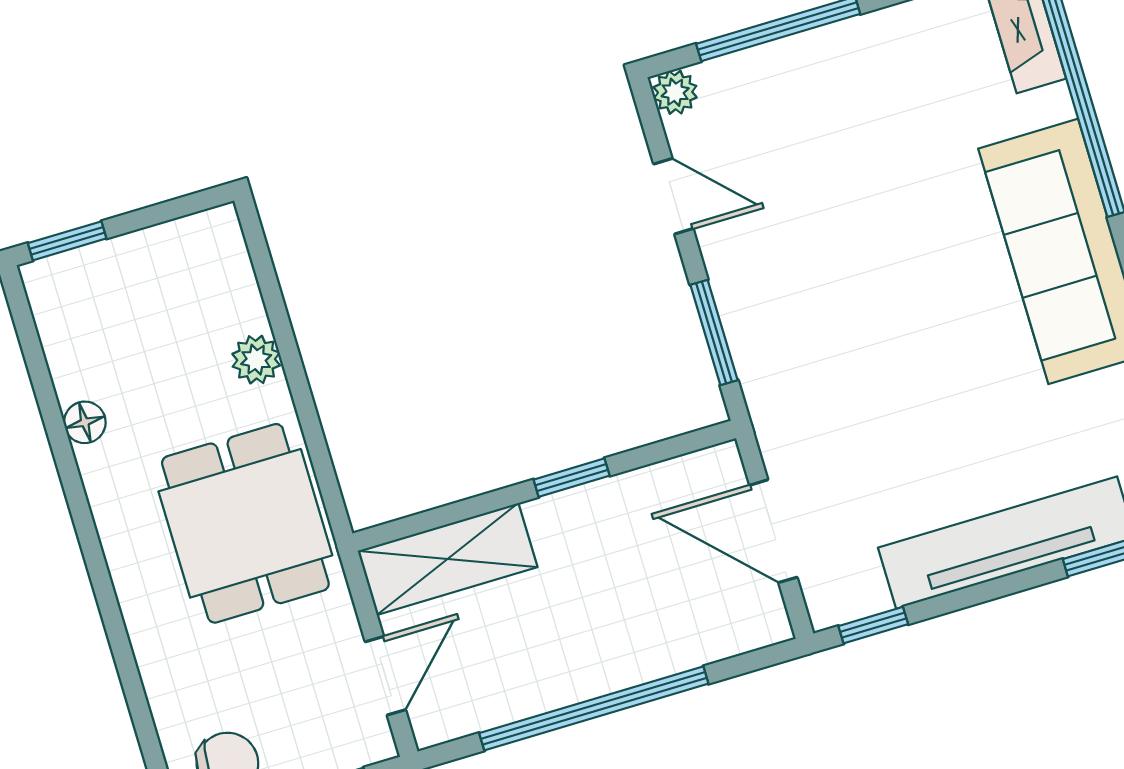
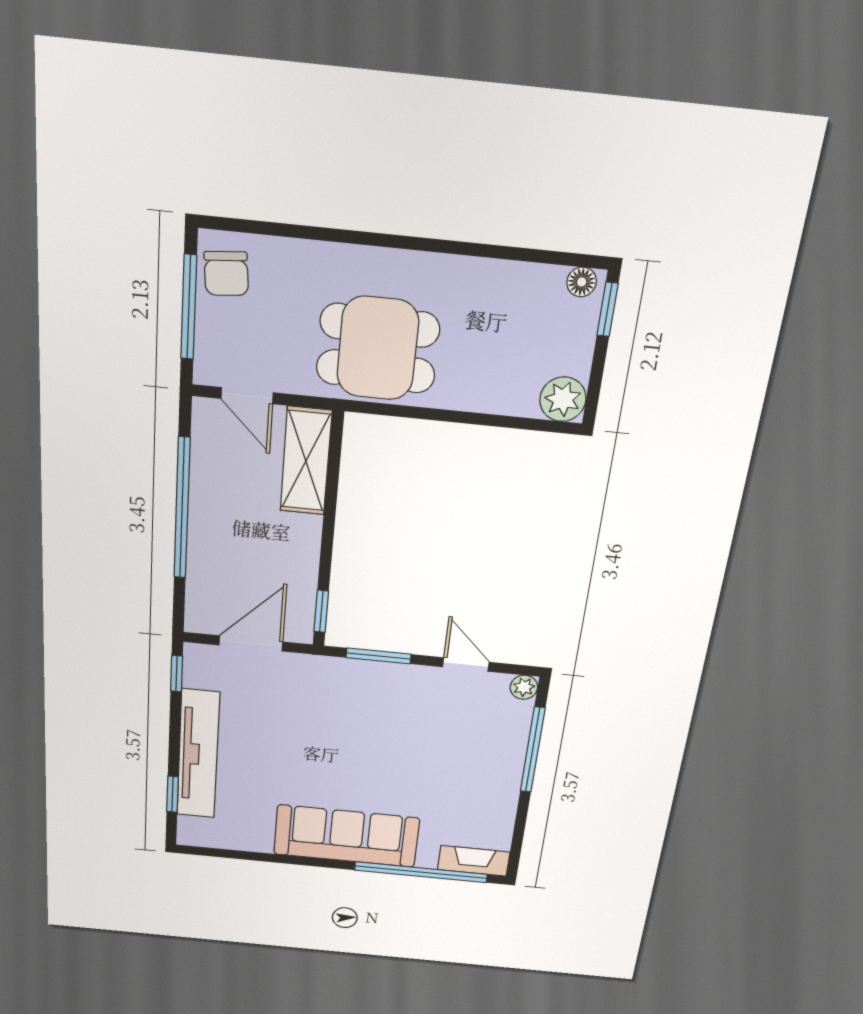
door: (673, 196) -> (466, 664), swing flipped
plant: (256, 360) -> (563, 399), moved, width x1.38, depth x1.38
floor lamp: (85, 422) -> (582, 282), moved
window: (572, 478) -> (321, 611), moved

